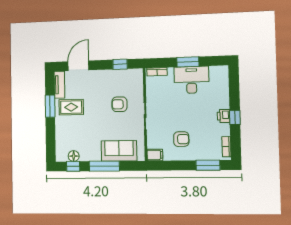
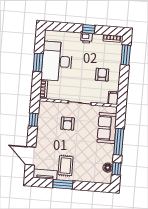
desk: (192, 80) -> (57, 61), width x1.36, depth x1.30

